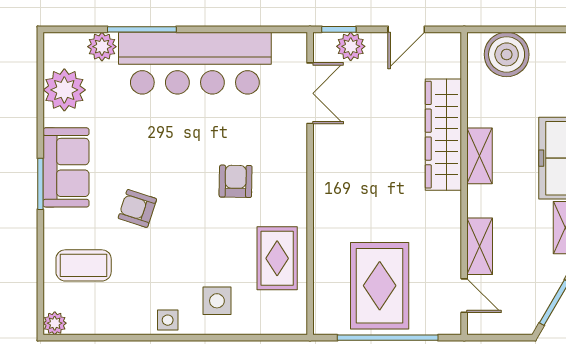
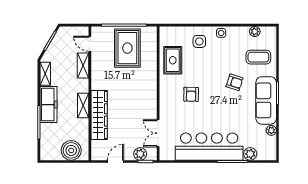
plant: (64, 90) -> (271, 130), width x0.53, depth x0.53
sofa: (66, 167) -> (266, 100), width x1.36
plant: (55, 323) -> (255, 32), moved

